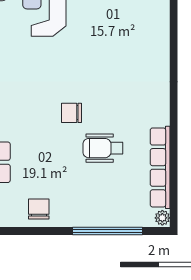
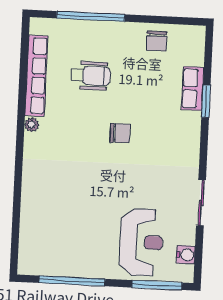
wheelchair: (103, 148) -> (91, 76), moved
plant: (162, 218) -> (32, 125), moved

